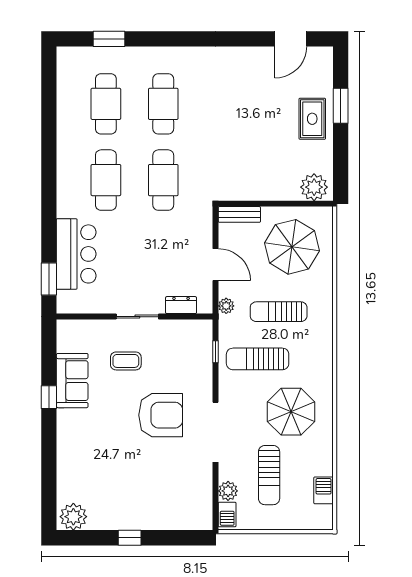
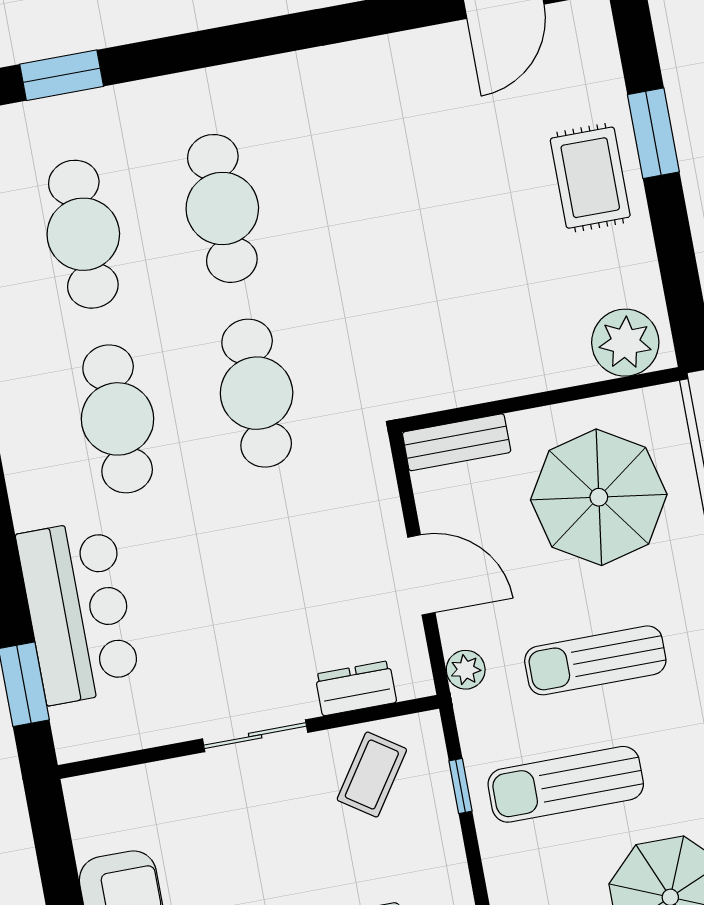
coffee table: (126, 361) -> (372, 775), moved, turned -56

